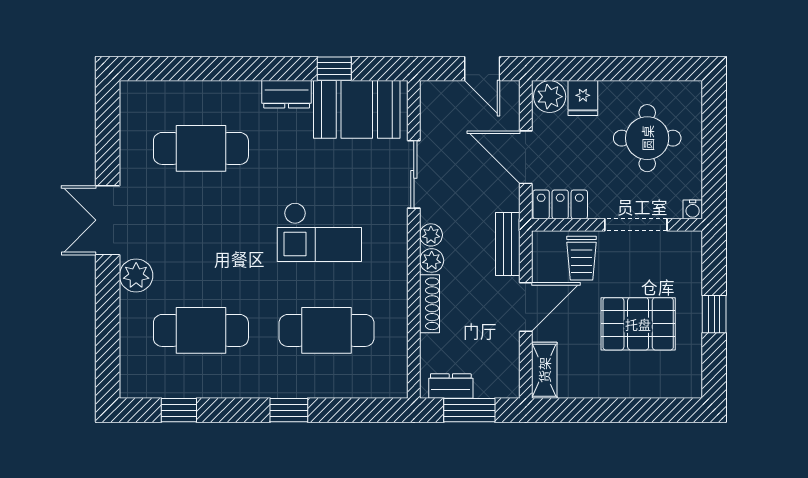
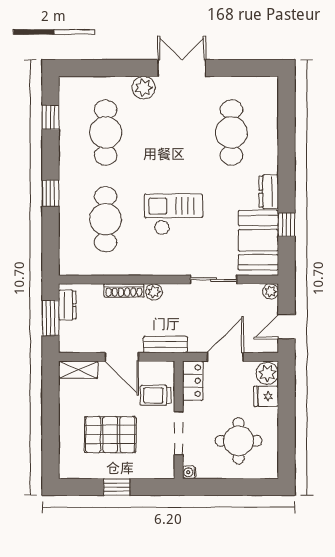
checkout: (319, 232) -> (174, 214), turned 90
plant: (431, 235) -> (271, 291), moved
pallet: (638, 324) -> (110, 435), turned 90

